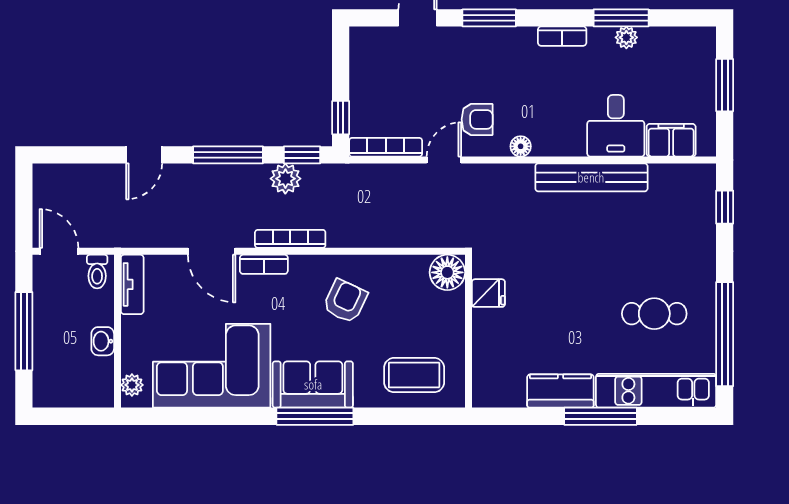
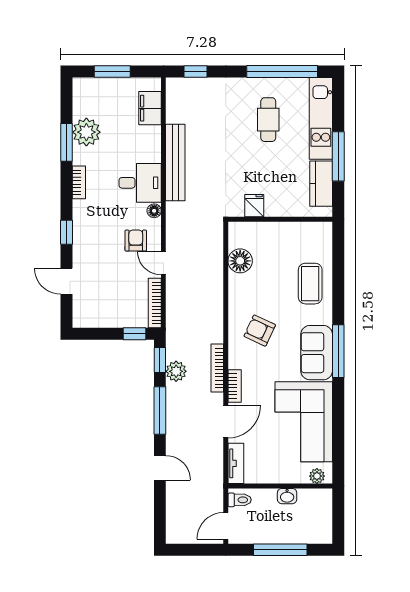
window: (489, 18) -> (66, 232), width x0.67
plant: (626, 37) -> (86, 132), width x1.87, depth x1.87
desk: (616, 126) -> (140, 183), moved
tv unit: (132, 284) -> (236, 463), moved, turned 90
fridge: (488, 293) -> (254, 206), moved
wall: (468, 331) -> (280, 219), moved

